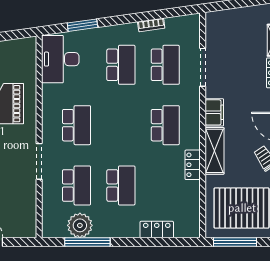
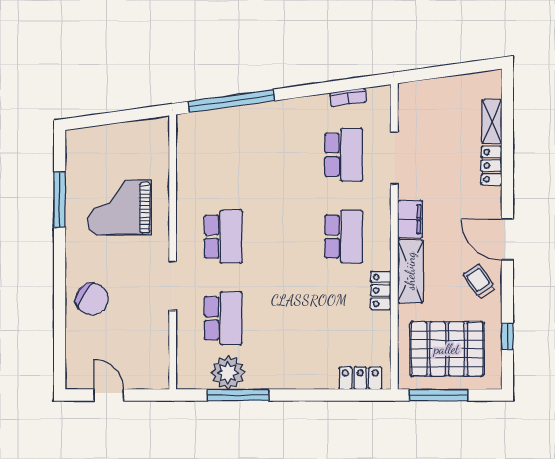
window: (82, 25) -> (231, 101), width x2.11
bookcase: (151, 25) -> (348, 97), moved
desk: (60, 59) -> (201, 147), removed
school desk: (121, 65) -> (283, 155), removed
school desk: (121, 185) -> (283, 318), removed
locker: (157, 230) -> (360, 378), moved

